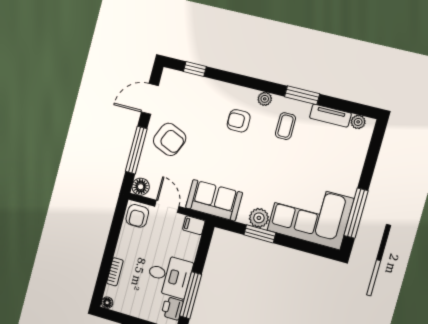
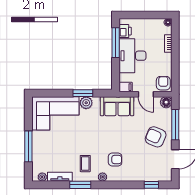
window: (356, 213) -> (28, 146), moved
desk: (169, 276) -> (132, 56), width x1.37

